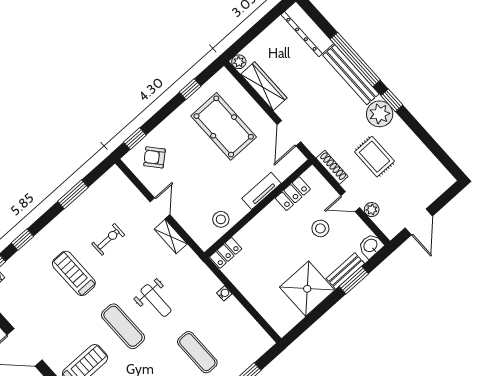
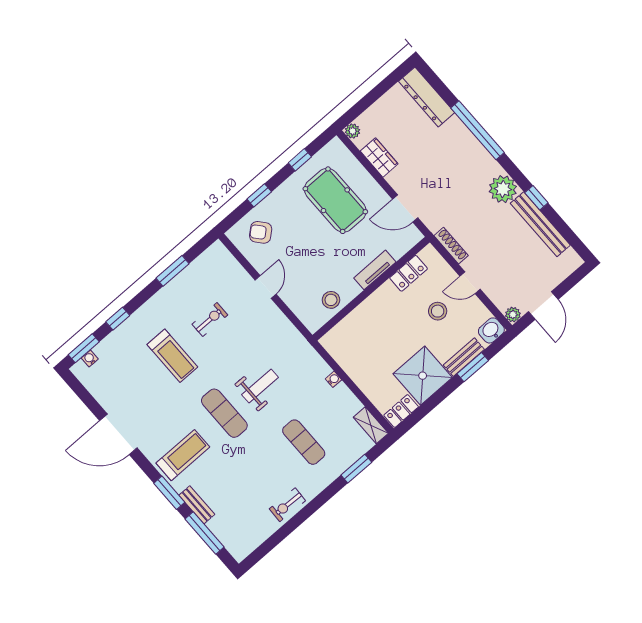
bench: (351, 75) -> (540, 224), moved
wardrobe: (264, 86) -> (379, 157), width x0.67
window: (392, 100) -> (536, 198), moved
door: (289, 133) -> (405, 208), hinge flipped
window: (135, 139) -> (259, 195), moved
rug: (375, 157) -> (497, 235), removed
plant: (372, 210) -> (513, 315), moved
shelving: (171, 237) -> (371, 425), moved
locker: (226, 253) -> (401, 411), moved, turned 180
treadmill: (74, 273) -> (172, 356), turned 180
weight bench: (156, 301) -> (260, 386), turned -90

